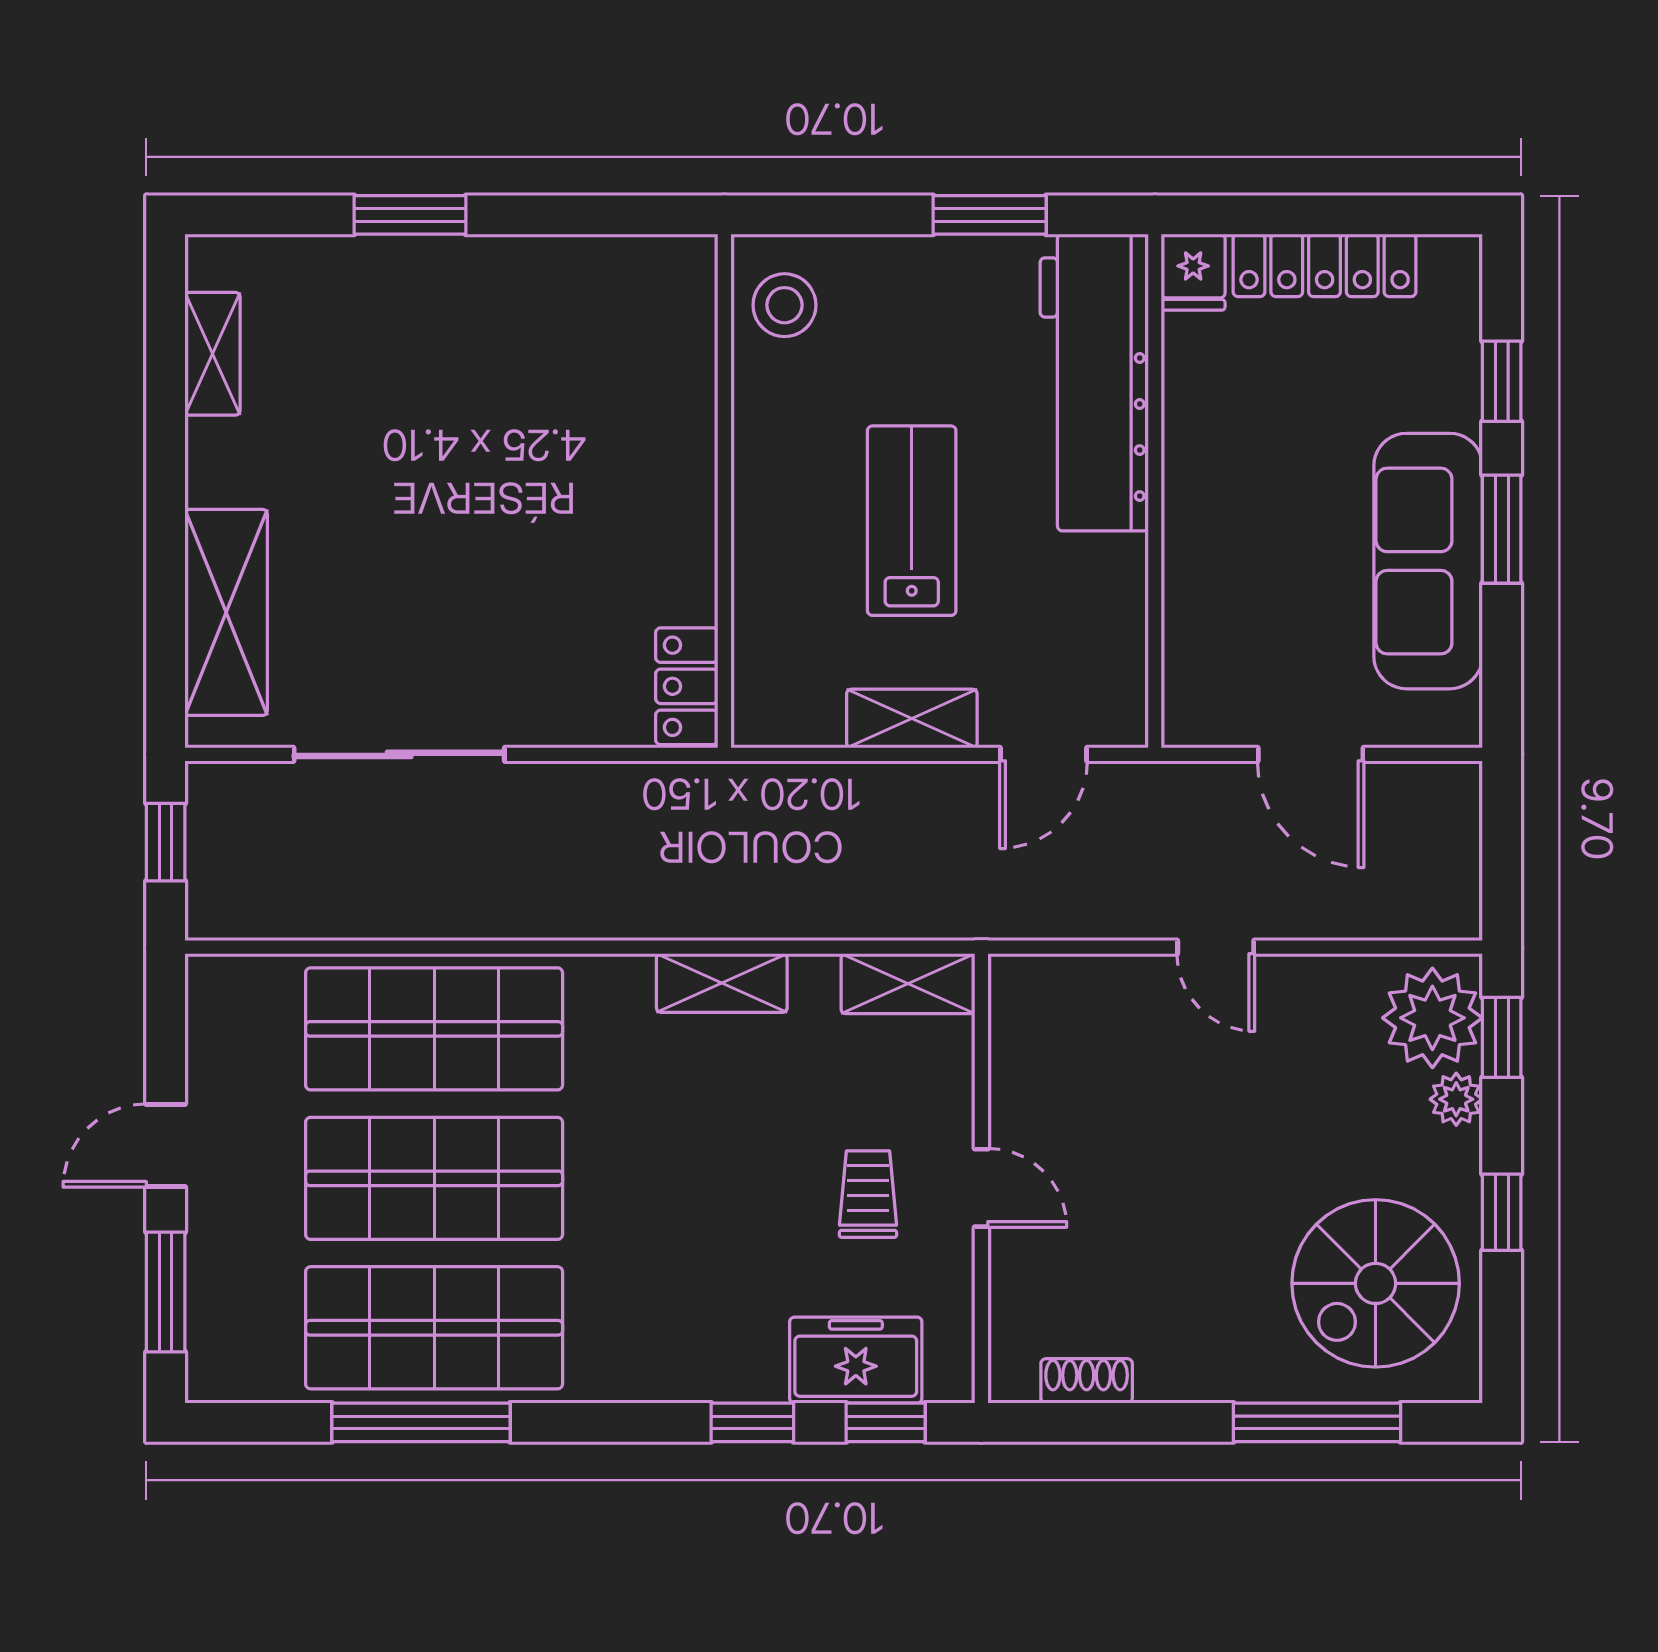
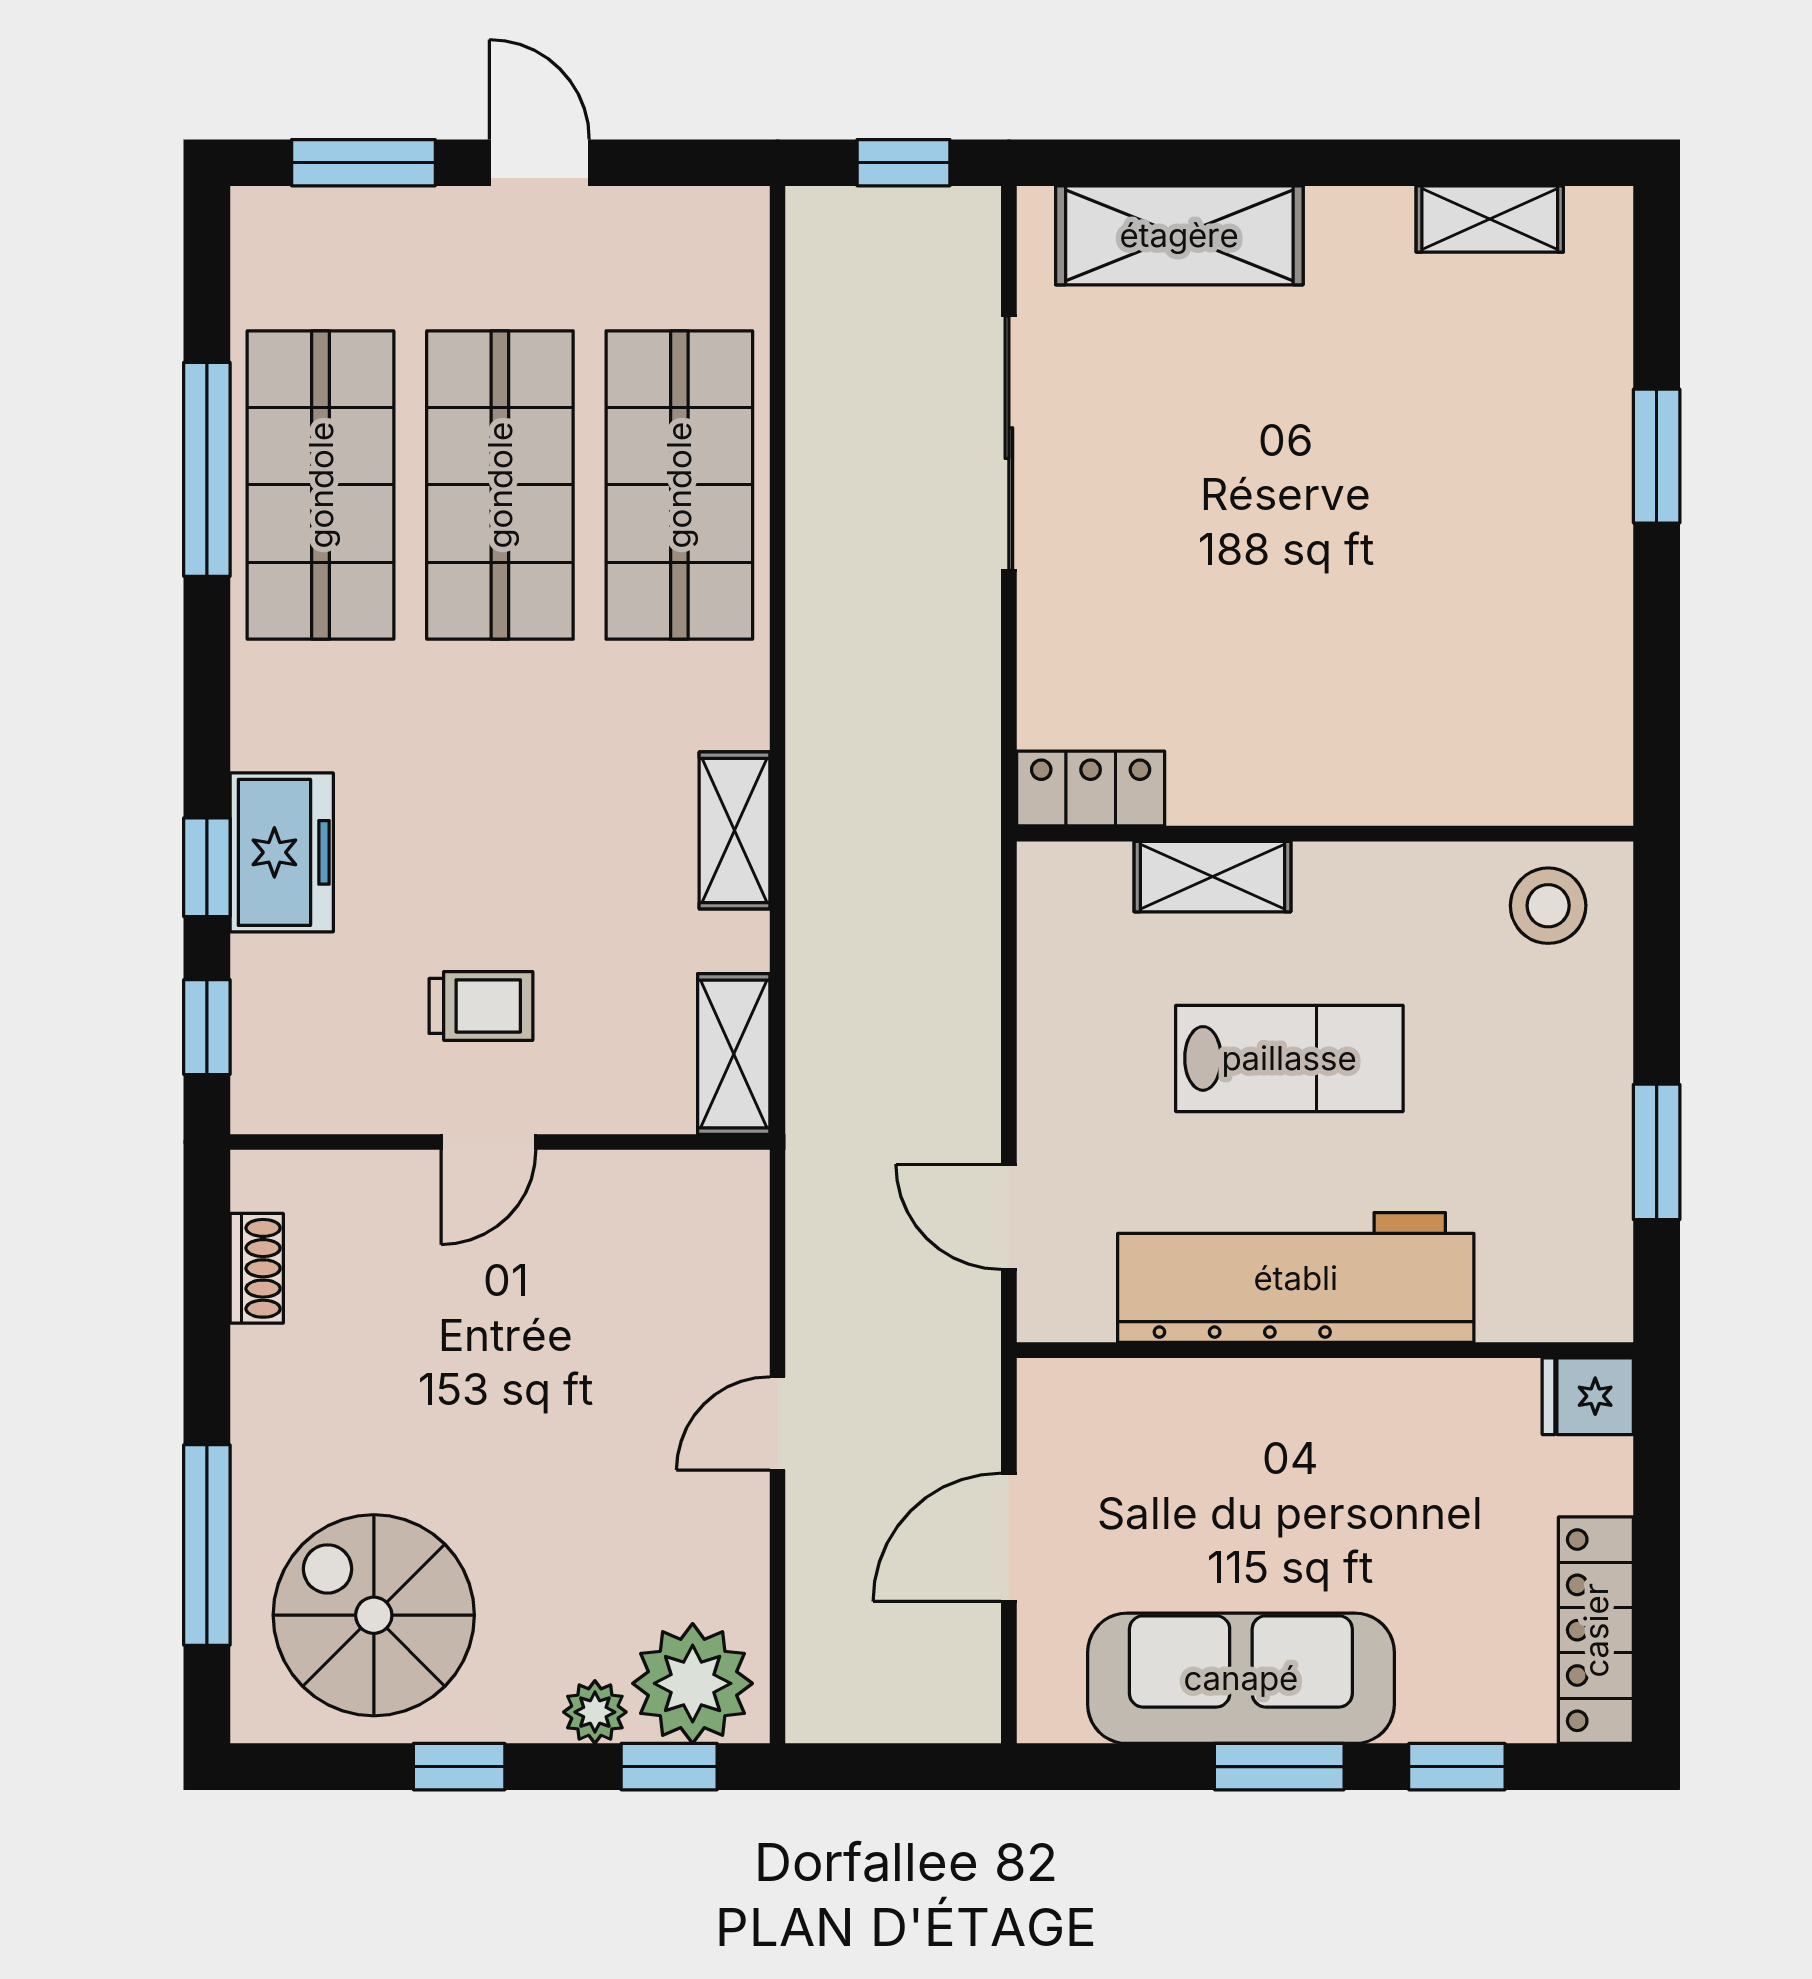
locker: (1325, 265) -> (1596, 1630), moved
workbench: (1094, 382) -> (1296, 1278), moved
shelving: (912, 719) -> (1212, 877), moved, turned 90
freezer: (856, 1360) -> (282, 852), moved

